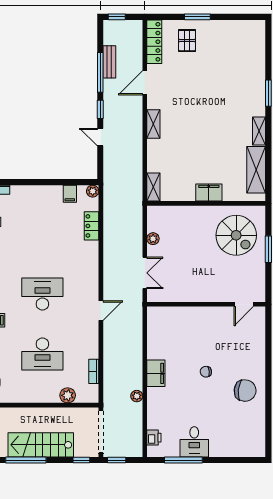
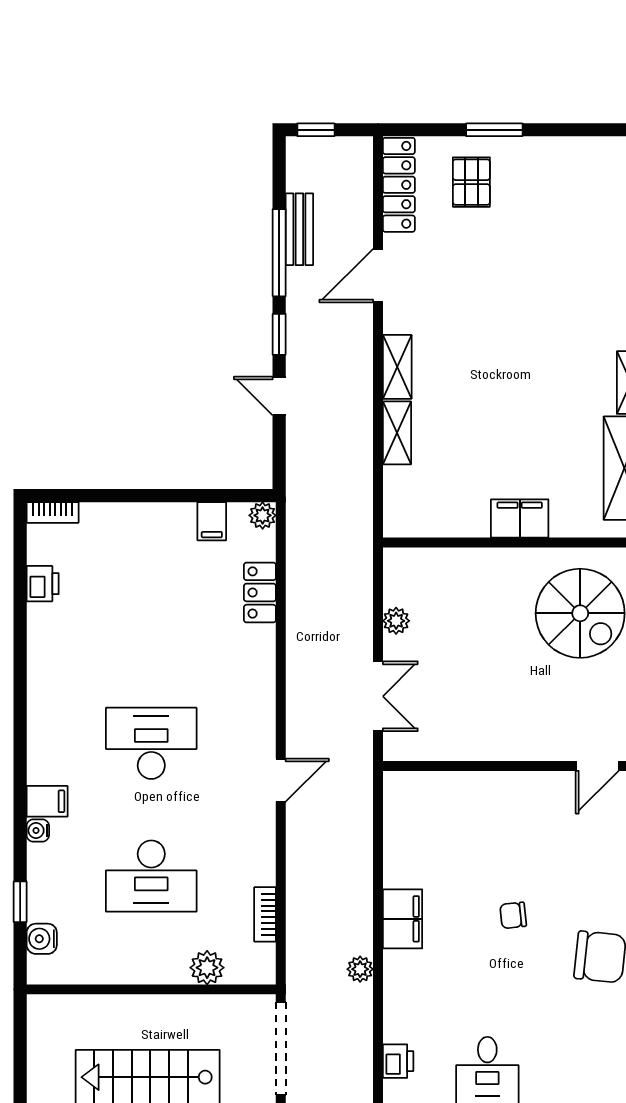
shelving: (153, 187) -> (397, 433), moved

